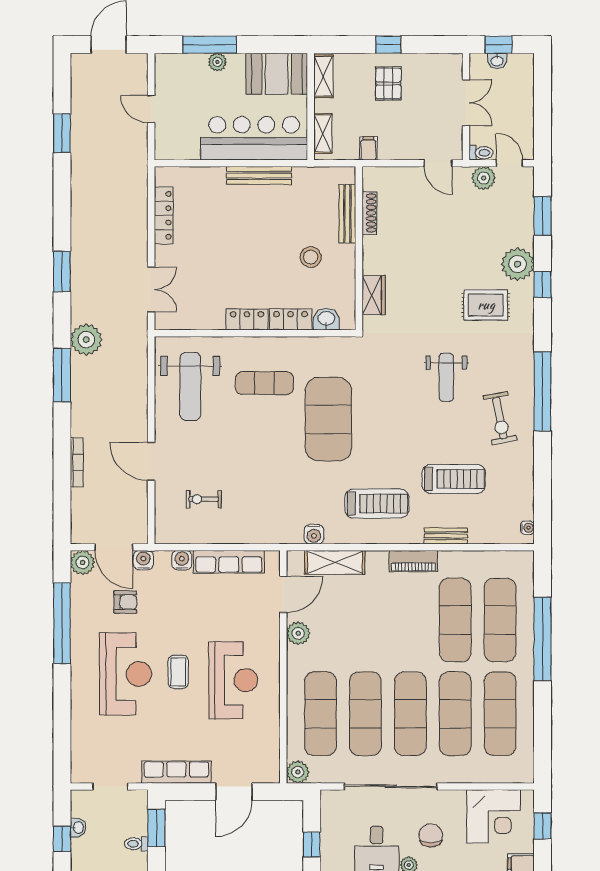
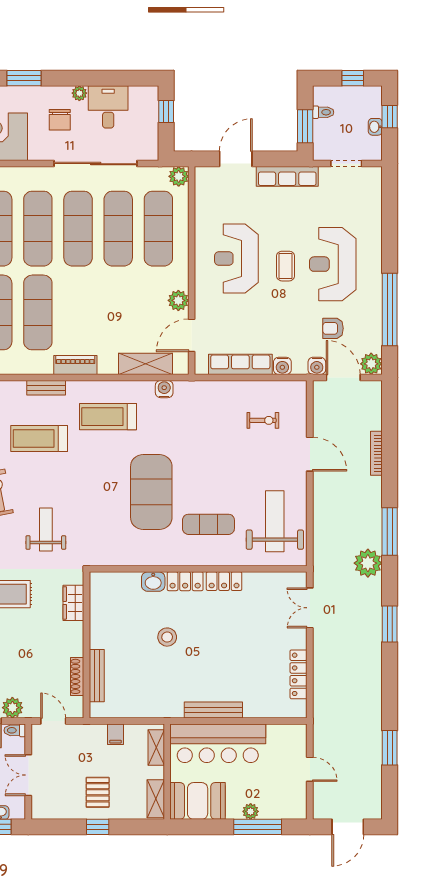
shoe rack: (369, 213) -> (77, 676), moved
bench: (347, 214) -> (97, 676), moved
wall: (359, 248) -> (86, 645), moved
wardrobe: (374, 295) -> (73, 603), moved

